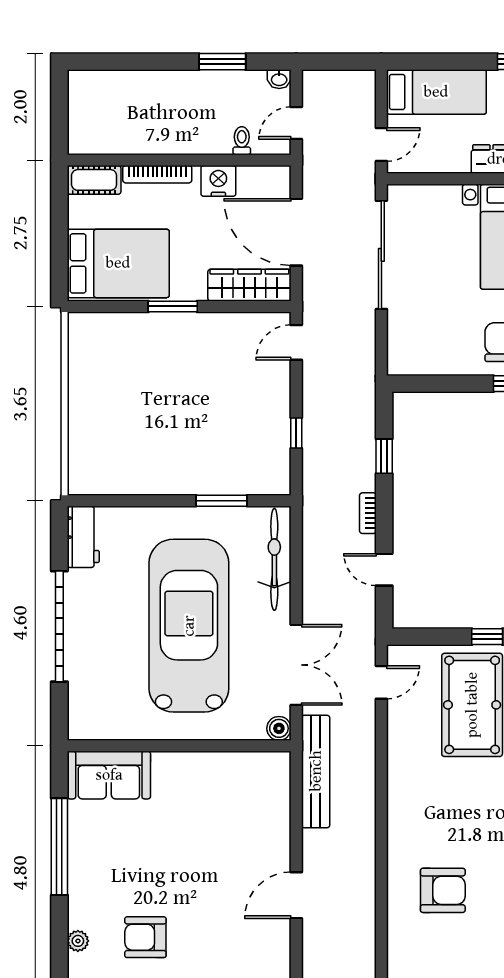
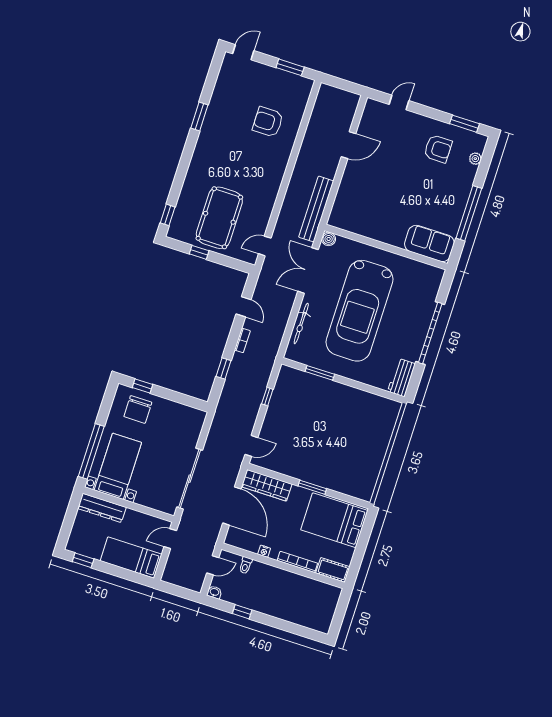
window: (222, 62) -> (242, 612), width x0.67
nightstand: (218, 181) -> (264, 551), width x0.53, depth x0.56
bicycle: (274, 559) -> (301, 323), width x0.73, depth x0.71

